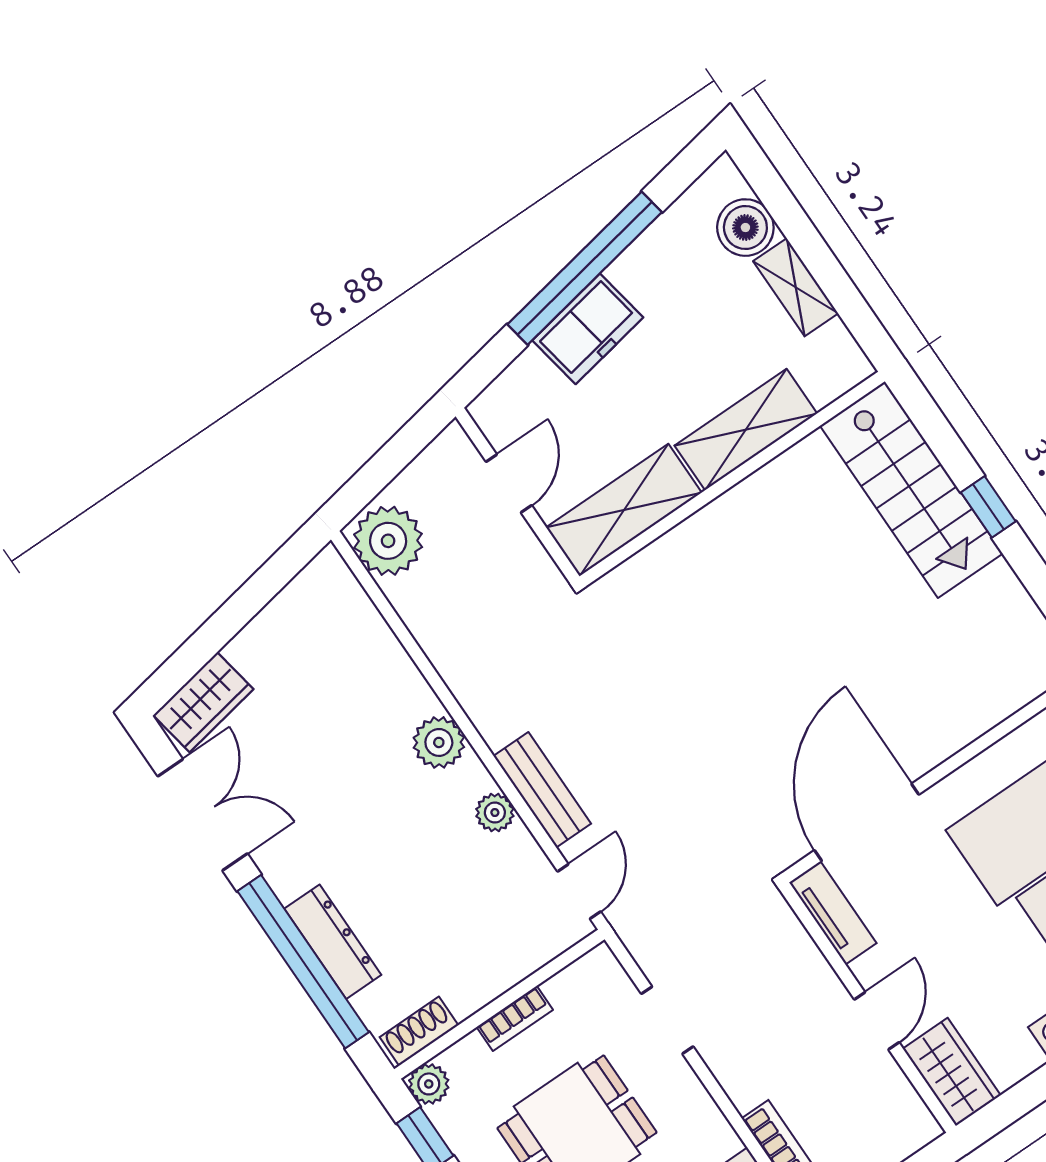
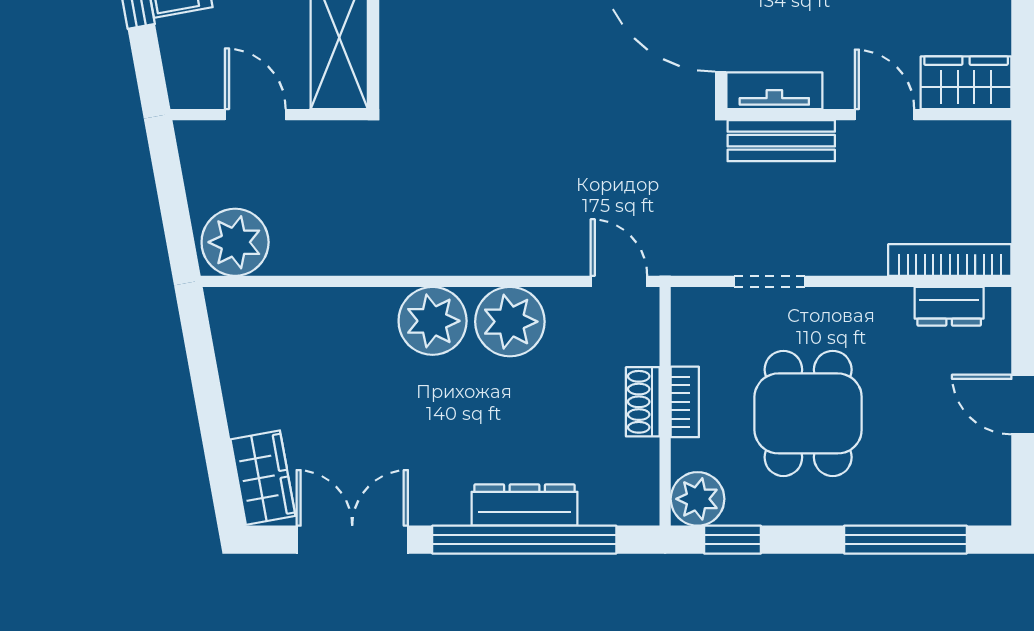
plant: (439, 742) -> (433, 321), width x1.36, depth x1.36
bench: (542, 790) -> (781, 141), moved
plant: (495, 813) -> (510, 322), width x1.88, depth x1.88
shoe rack: (419, 1031) -> (643, 402), moved
plant: (429, 1084) -> (698, 499), width x1.38, depth x1.38

